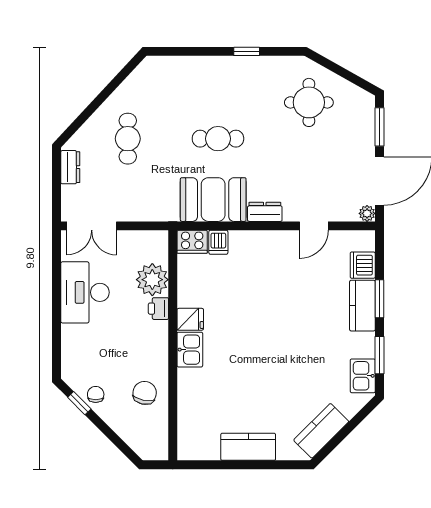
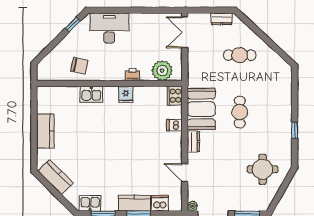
dishwasher: (218, 242) -> (174, 125), moved
plant: (152, 280) -> (162, 71), moved
desk: (85, 292) -> (109, 28), moved
kitchen sink: (190, 350) -> (91, 94), moved
chair: (96, 394) -> (78, 35), removed

